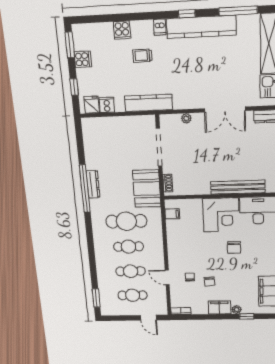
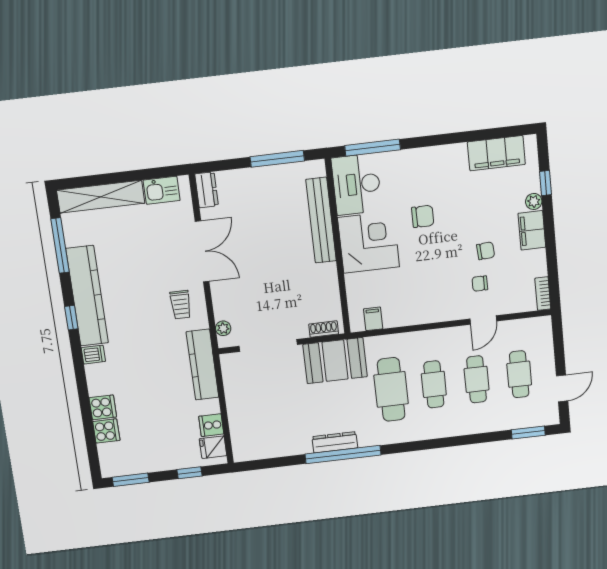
trolley: (143, 56) -> (181, 305), moved
cooker: (83, 59) -> (106, 431), moved, turned 90
plant: (186, 118) -> (223, 328), moved
door: (148, 318) -> (562, 388), moved

